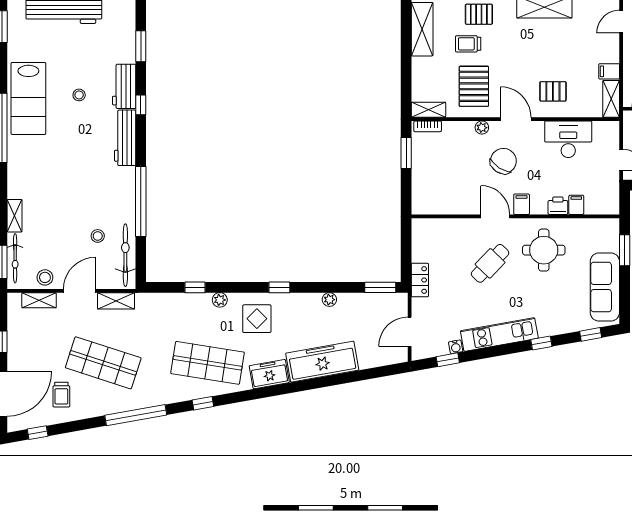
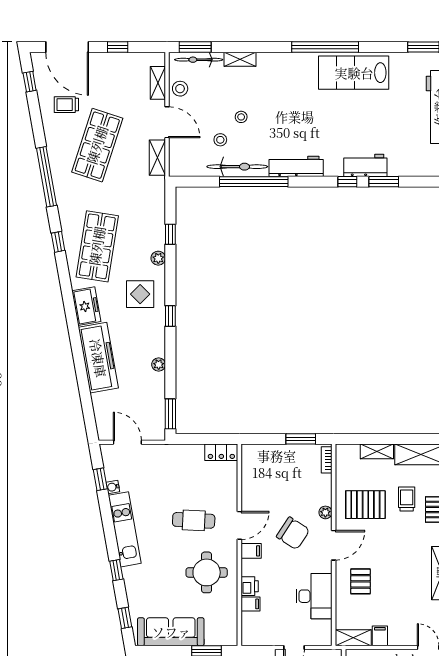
window: (141, 46) -> (384, 182), moved
stool: (79, 95) -> (241, 117), moved
shelving: (428, 110) -> (377, 451), moved, turned 90
workbench: (125, 138) -> (296, 166), moved
bicycle: (125, 255) -> (237, 167), moved
cafe table: (490, 263) -> (194, 520), turned -41
locker: (420, 280) -> (221, 452), moved

